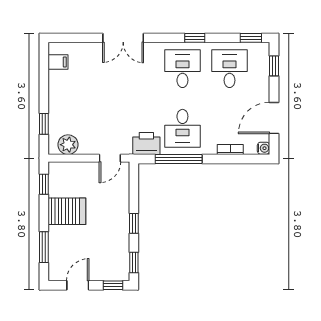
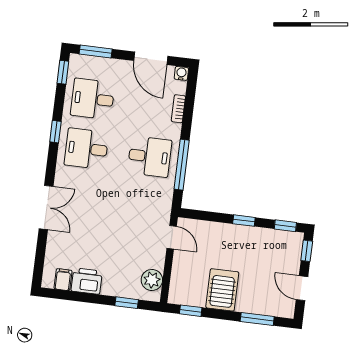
window: (274, 66) -> (96, 51), width x1.50
printer: (146, 144) -> (87, 281), moved, turned 90

